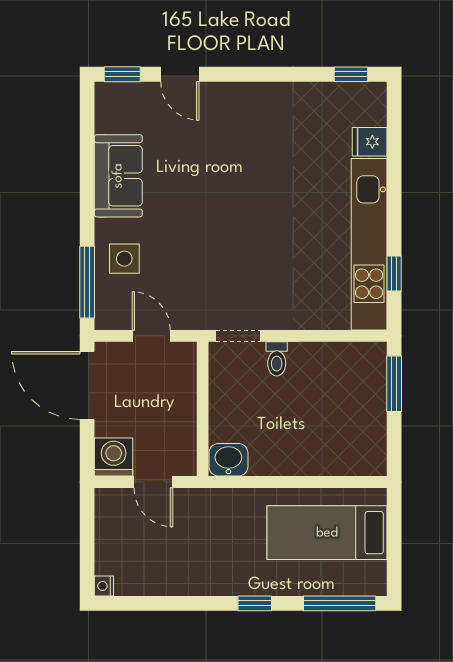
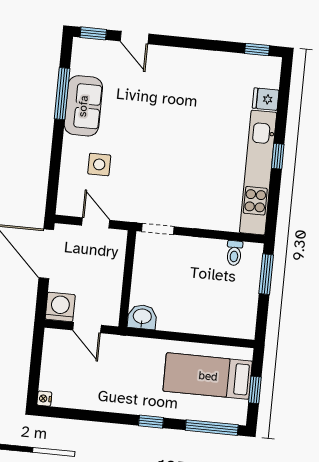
side table: (124, 259) -> (99, 164), moved
window: (394, 273) -> (278, 156), moved
window: (87, 282) -> (62, 94), moved
toilet: (277, 359) -> (234, 253), moved
window: (394, 545) -> (255, 390), added

